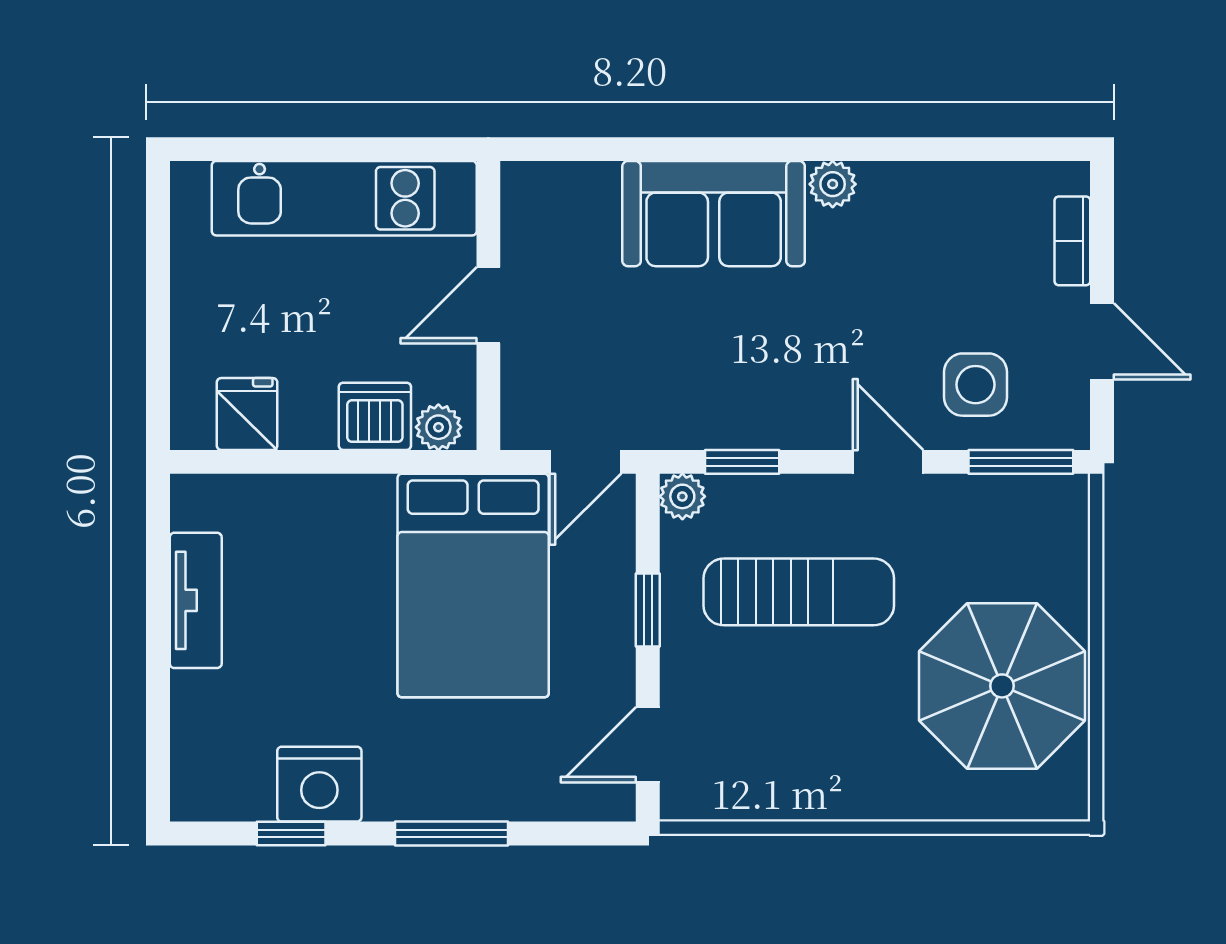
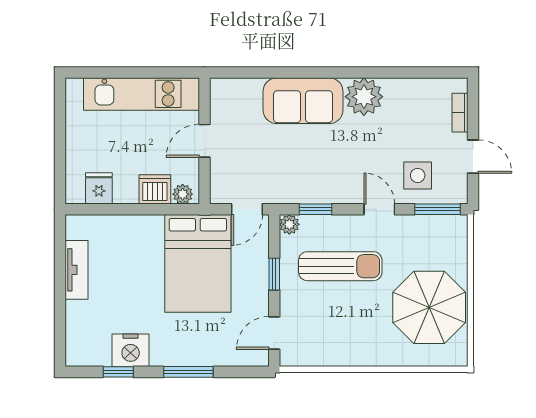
plant: (833, 184) -> (364, 97), width x1.88, depth x1.88

